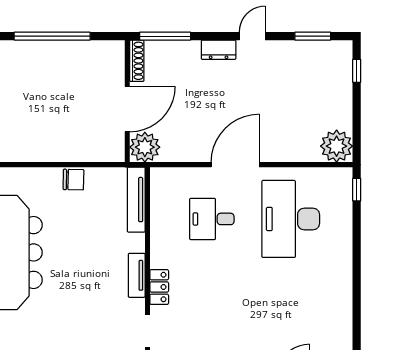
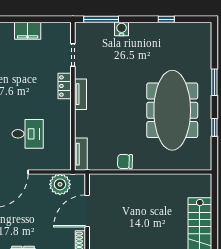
plant: (145, 147) -> (60, 184), moved
tv unit: (136, 200) -> (81, 154), width x0.71

